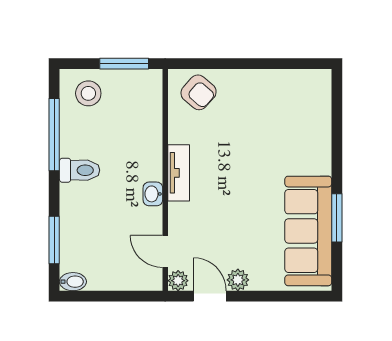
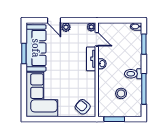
stool: (88, 93) -> (121, 93), moved
corner sofa: (294, 122) -> (42, 94), added
tv unit: (179, 173) -> (91, 59), moved
door: (210, 296) -> (54, 20), moved

